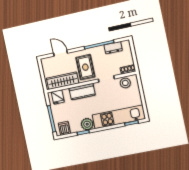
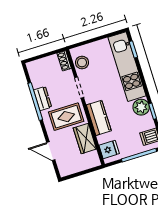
dresser: (113, 48) -> (43, 98), moved
door: (61, 53) -> (51, 151), hinge flipped
wardrobe: (63, 81) -> (85, 139), width x0.67

